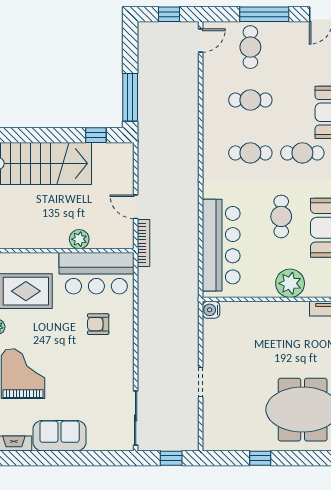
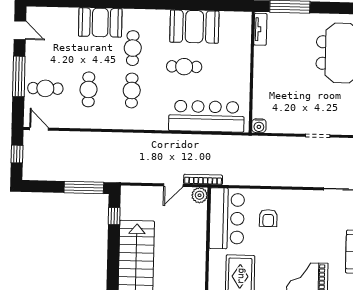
plant: (79, 239) -> (200, 195), moved
plant: (290, 283) -> (239, 61), removed

